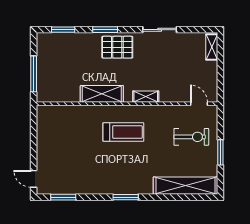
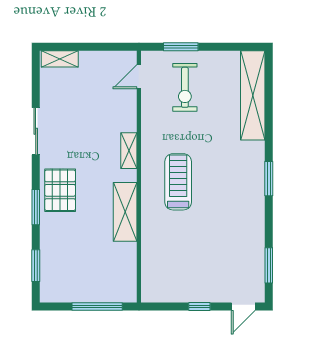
exercise bike: (191, 137) -> (185, 87), turned 180
window: (34, 147) -> (199, 307), added
window: (220, 152) -> (181, 47), moved

